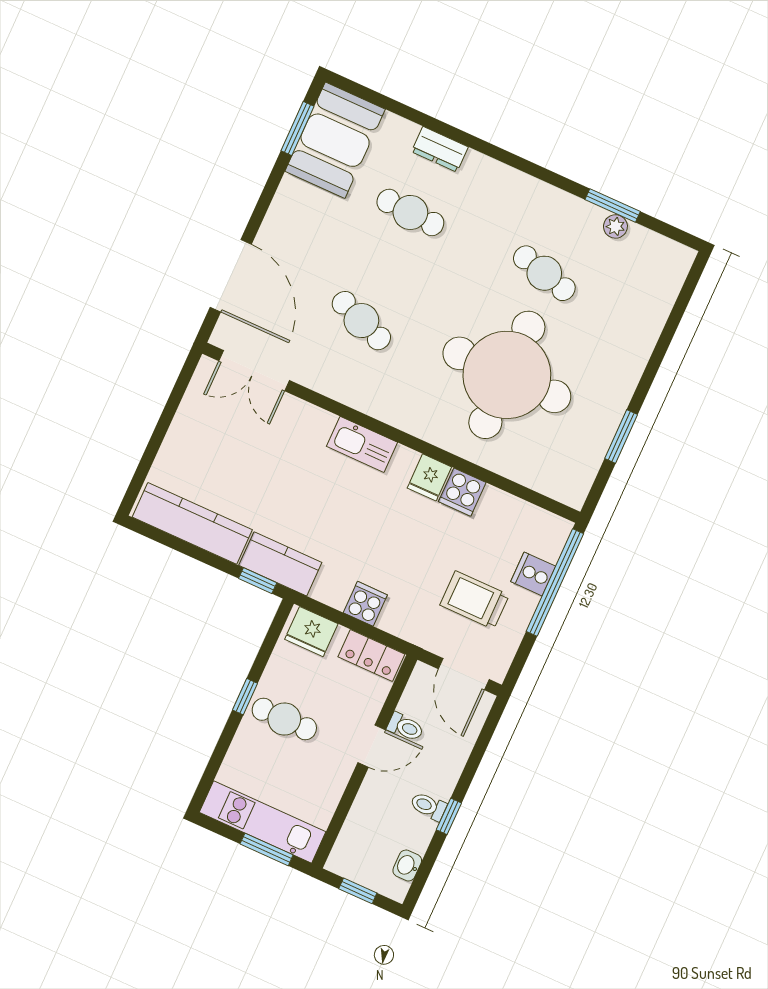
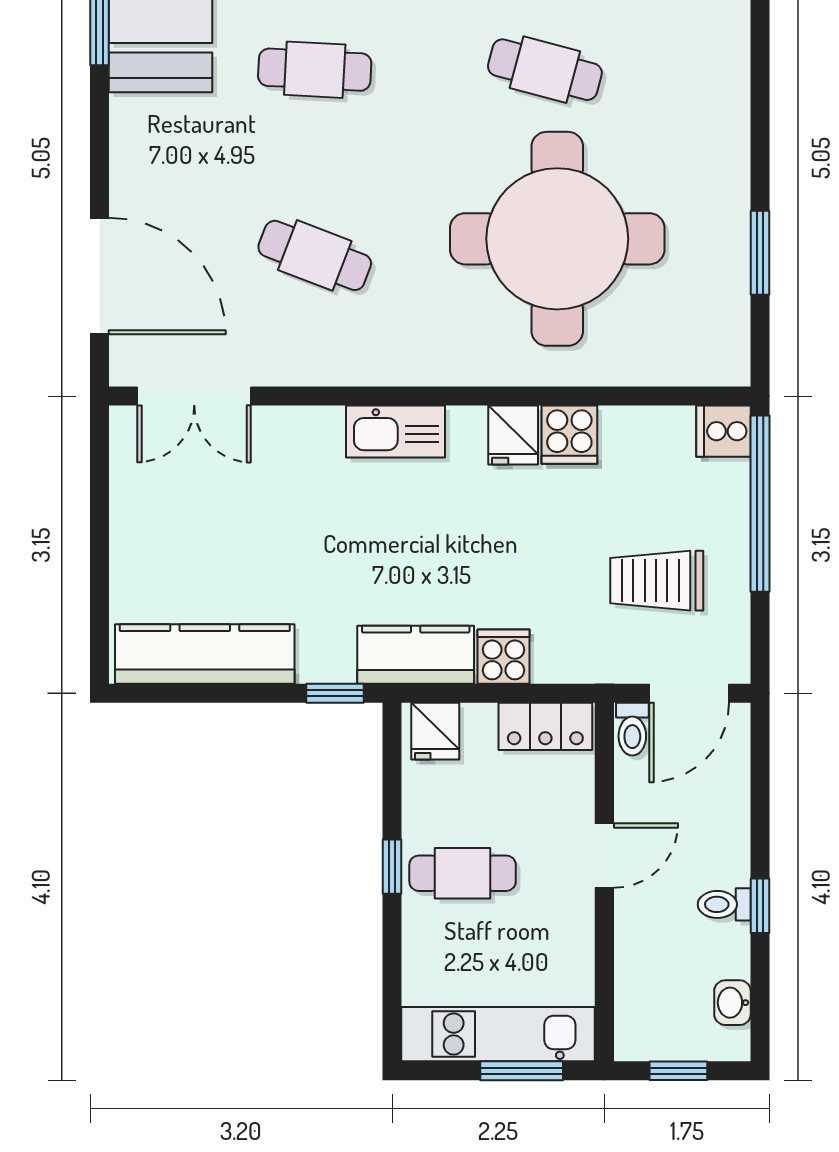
kitchen counter: (280, 564) -> (416, 655), moved
cooker: (533, 574) -> (724, 431), moved
fridge: (311, 632) -> (435, 731), width x0.72
door: (464, 674) -> (689, 693), hinge flipped
toilet: (405, 727) -> (632, 729), moved, turned 90

